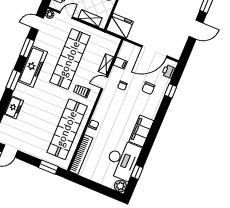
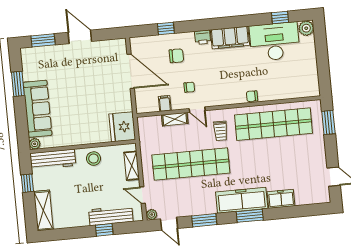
freezer: (33, 67) -> (242, 200), moved
printer: (168, 71) -> (203, 37), moved
bookcase: (81, 155) -> (294, 93), removed

